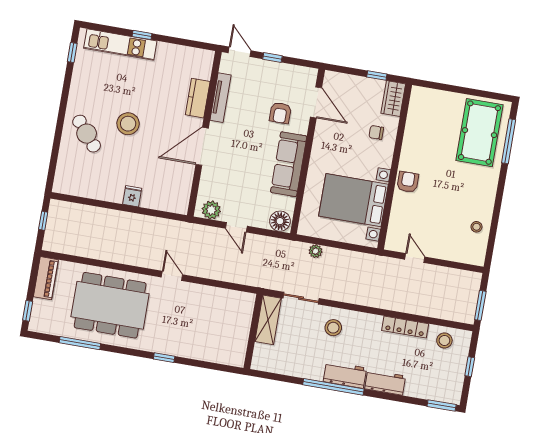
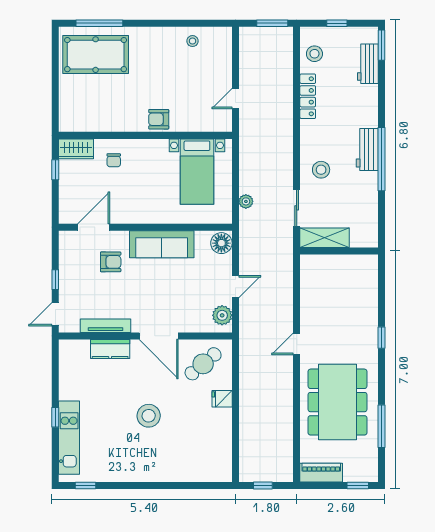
cafe table: (87, 134) -> (203, 364), moved
bed with nightstands: (353, 200) -> (197, 172), width x0.73
workbench: (385, 382) -> (368, 64), moved

